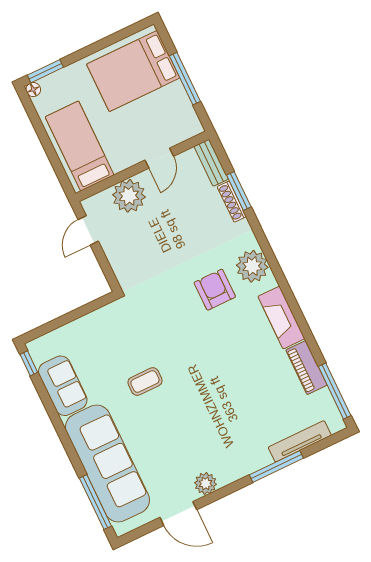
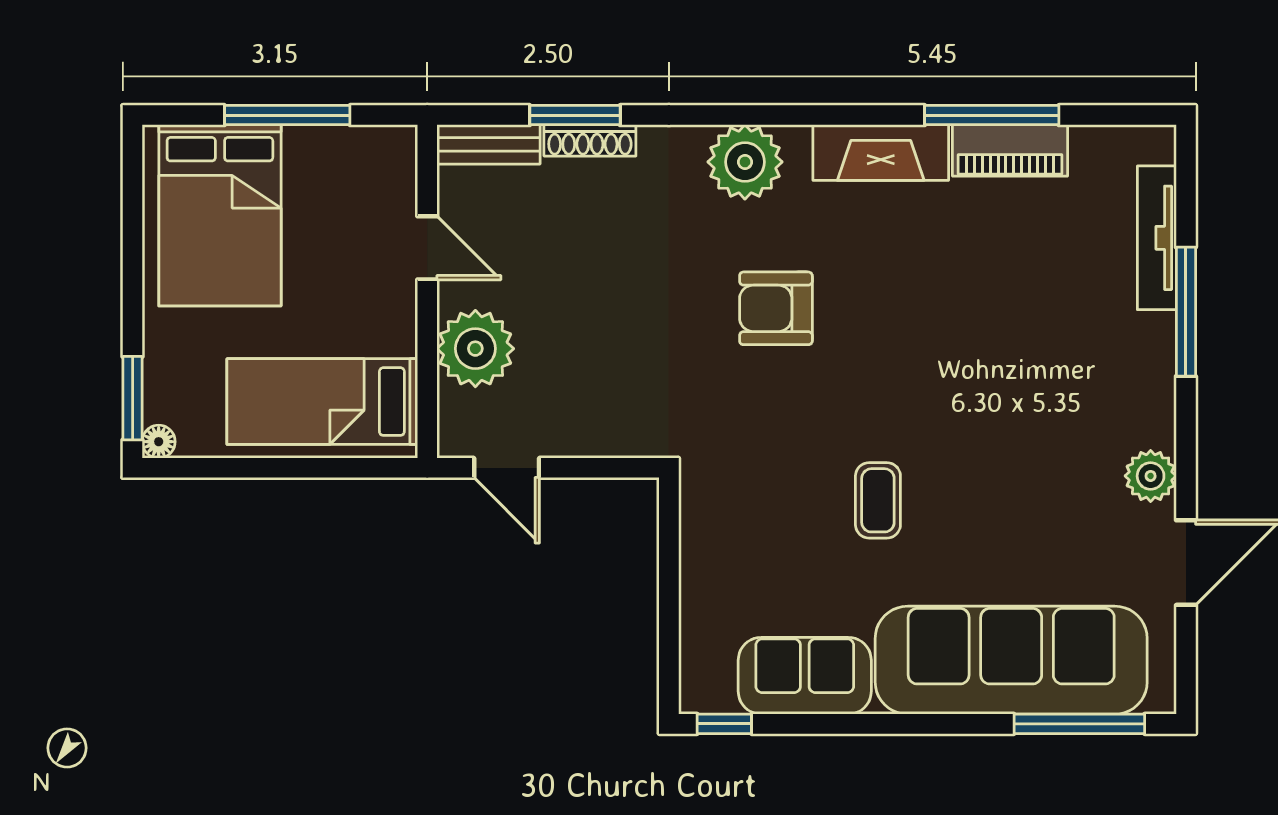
armchair: (215, 290) -> (776, 308), moved
window: (335, 391) -> (992, 115), moved

